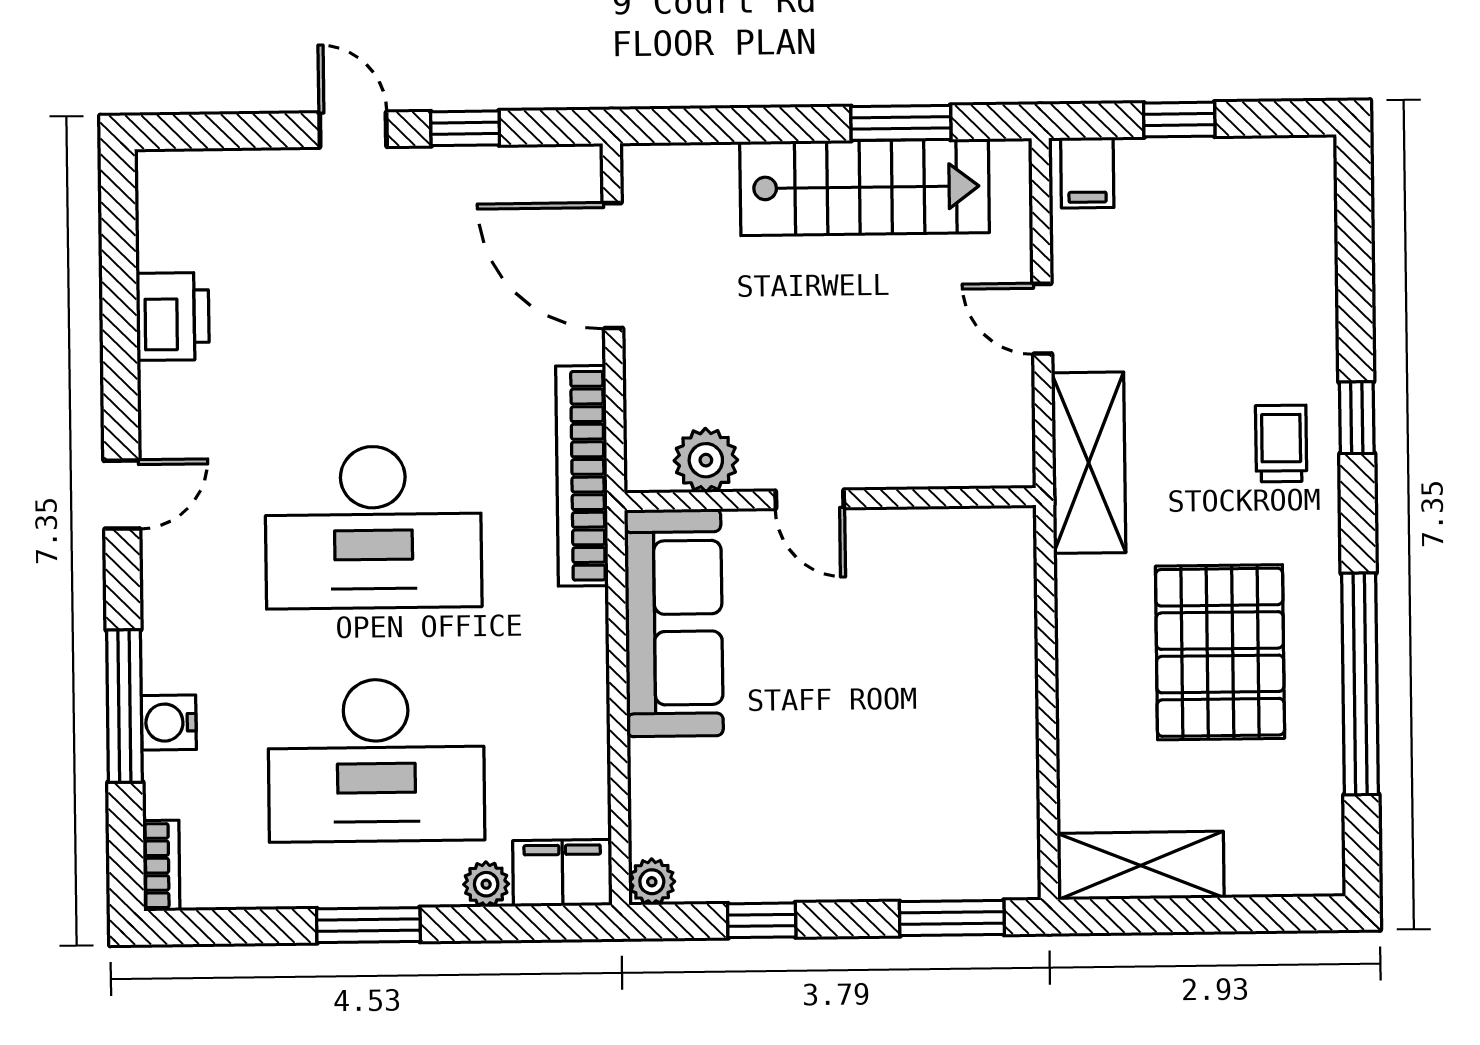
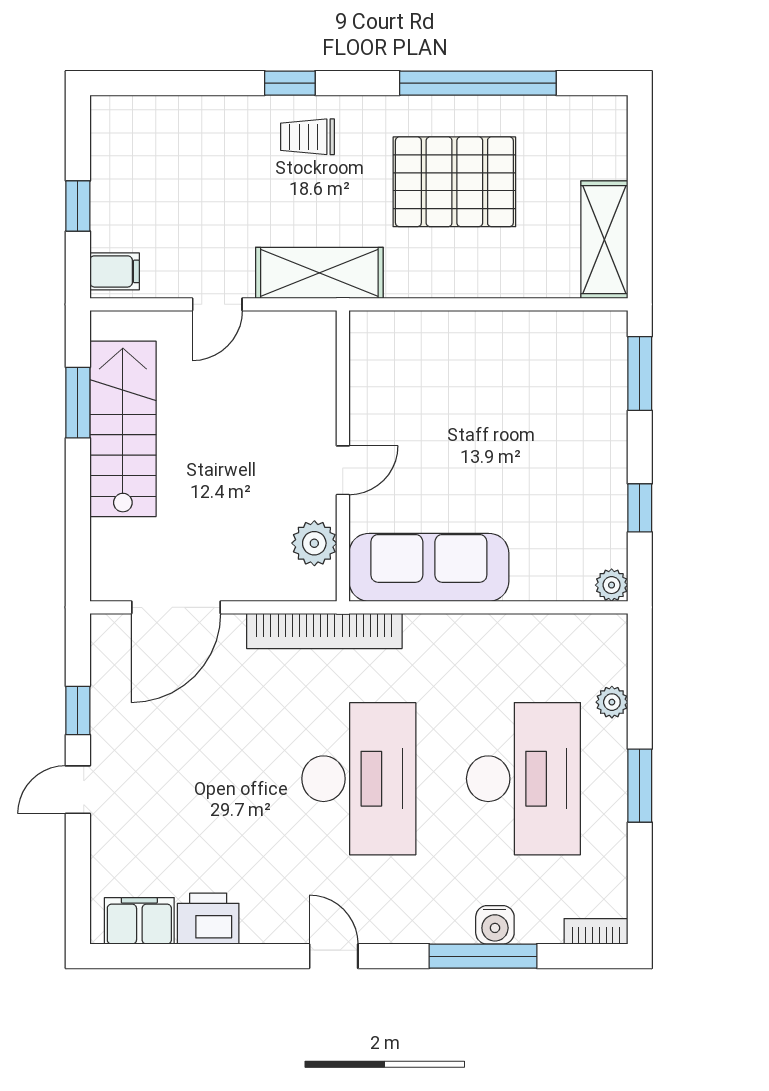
filing cabinet: (562, 873) -> (139, 921), moved, turned 90

